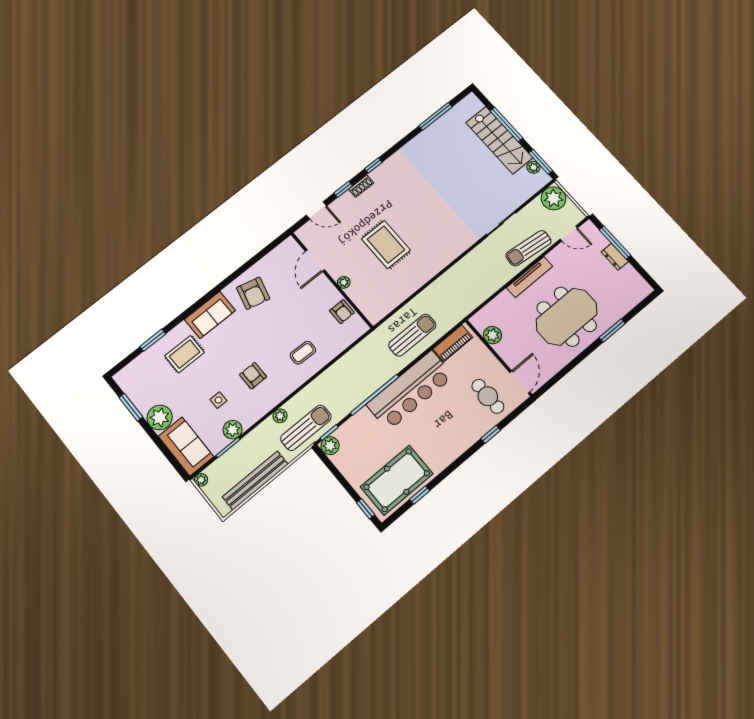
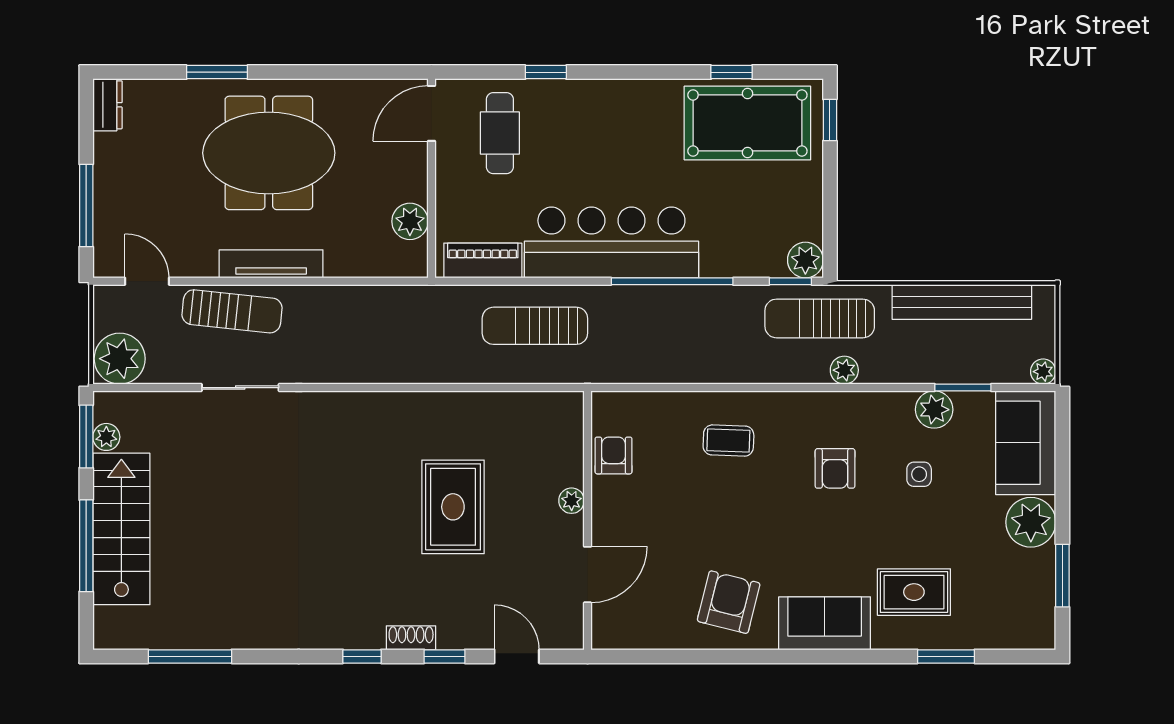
dresser: (615, 257) -> (107, 105), moved

